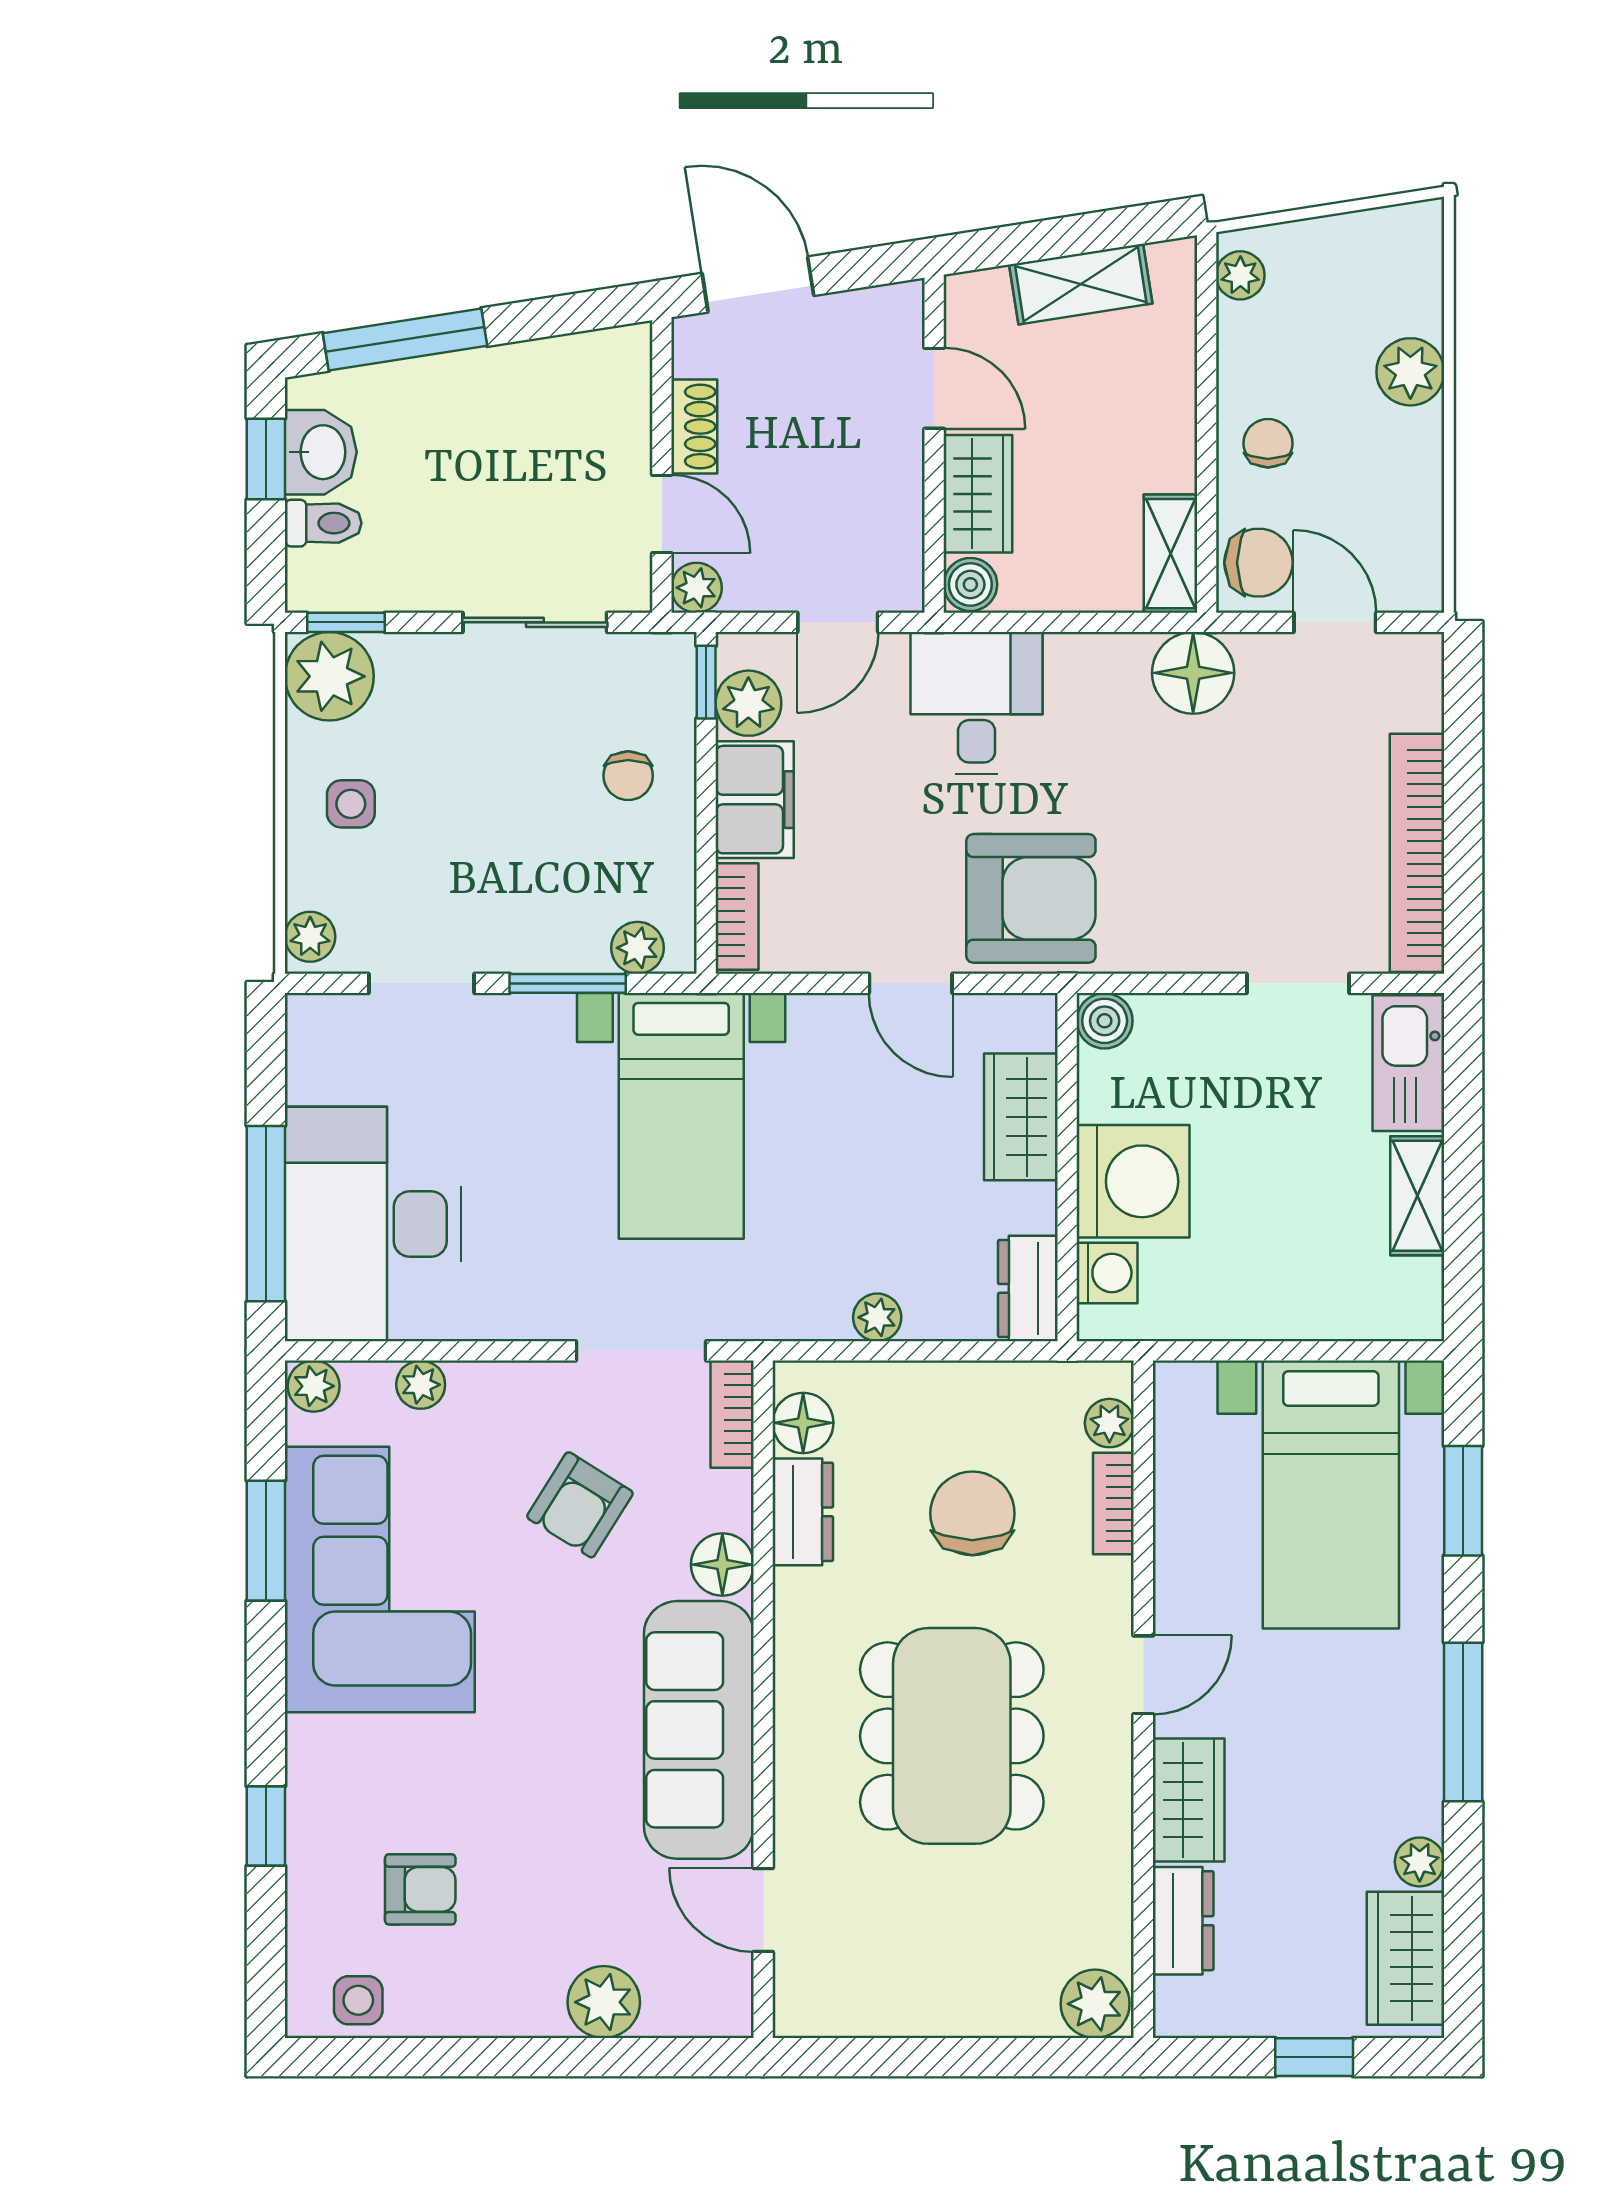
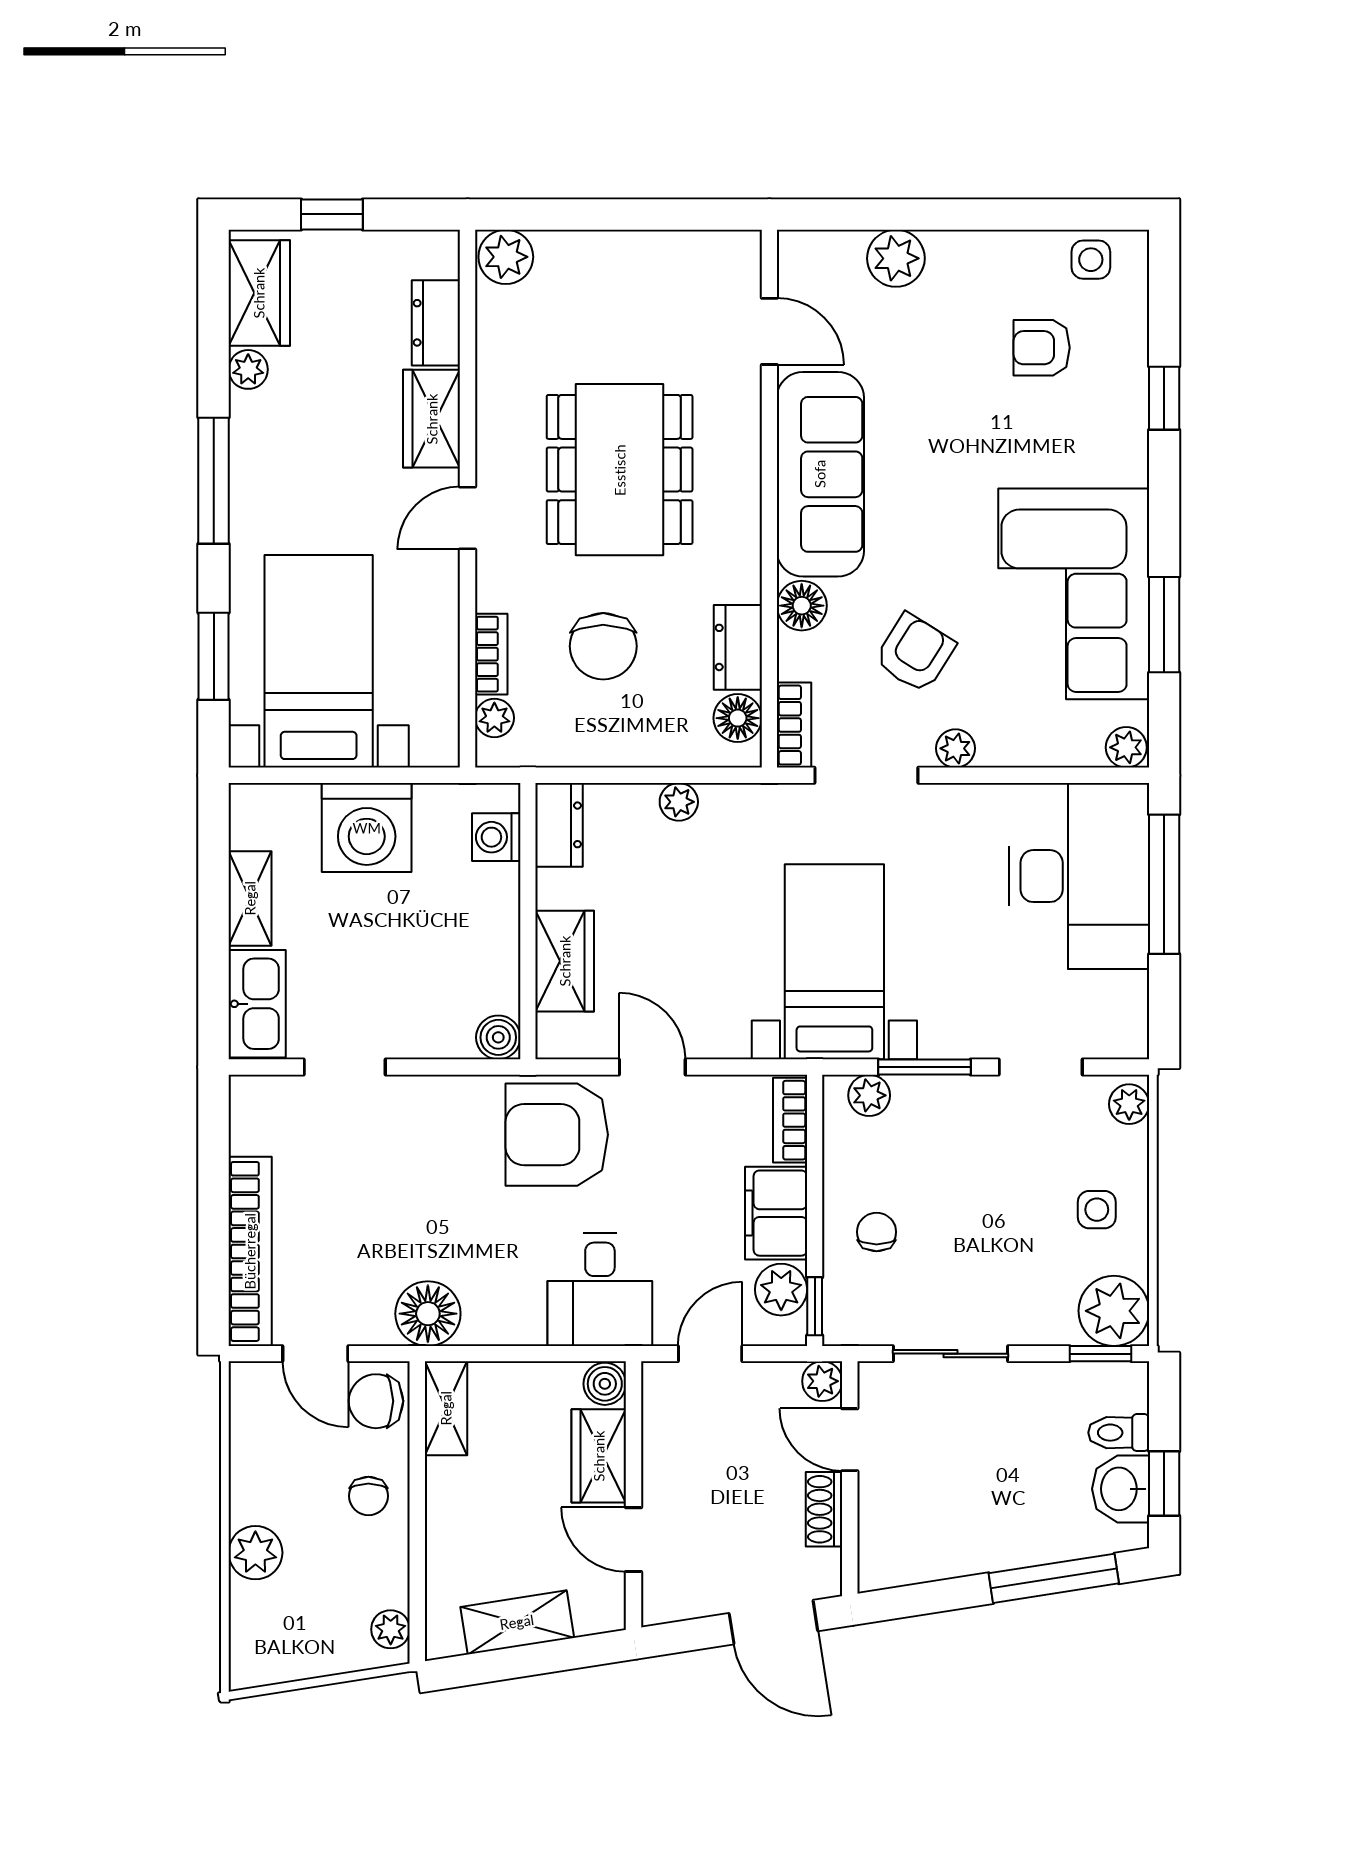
bookcase: (1417, 853) -> (250, 1251), moved
washing machine: (1133, 1181) -> (367, 828), moved, turned -90
plant: (421, 1385) -> (955, 748), moved

